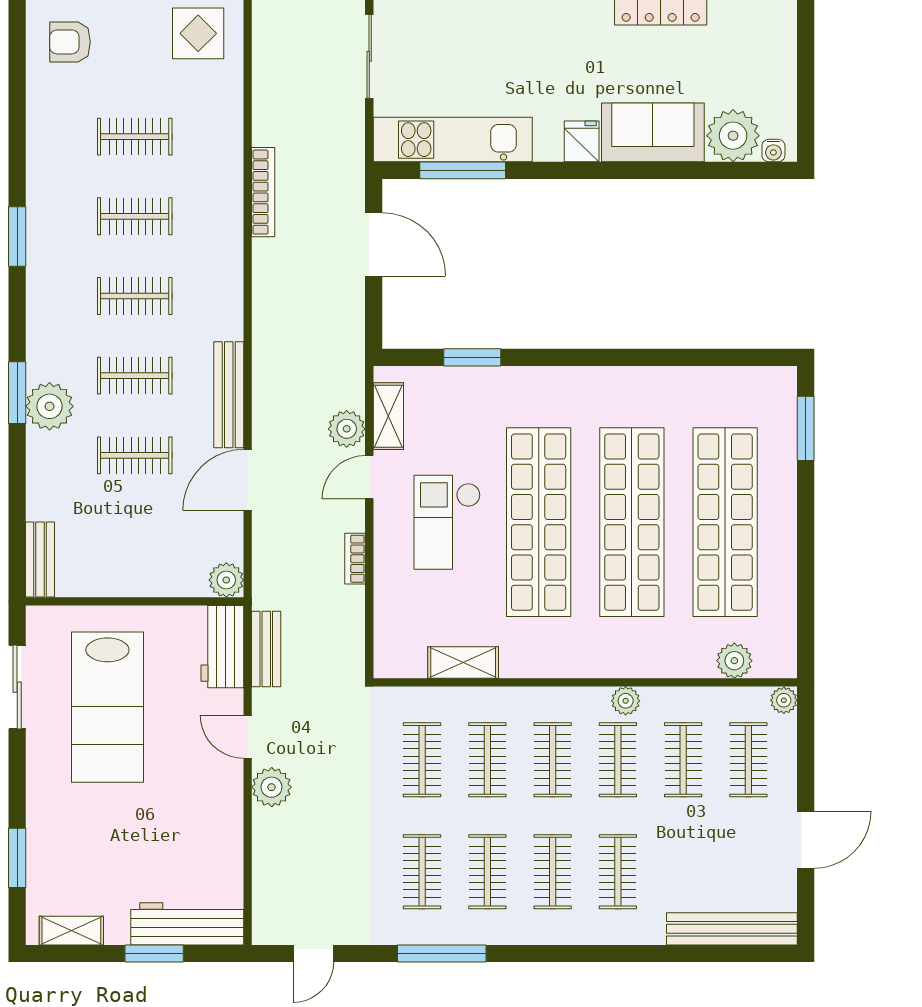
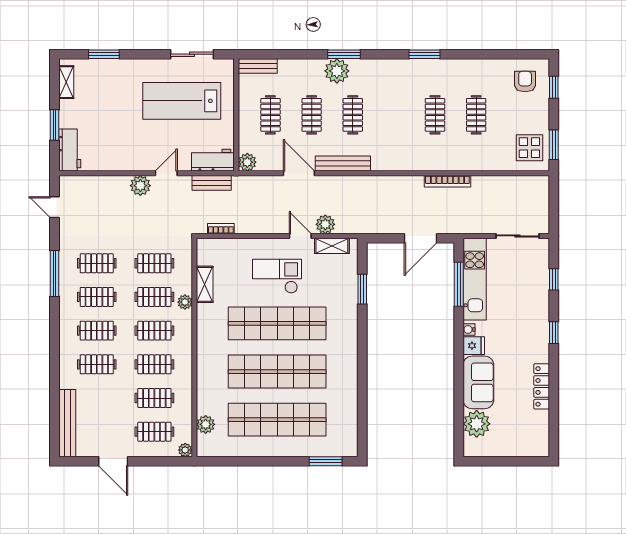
water cooler: (773, 151) -> (469, 329), moved
clothes rail: (135, 296) -> (270, 115), moved
bookcase: (355, 559) -> (221, 229), moved
plant: (626, 701) -> (185, 302), moved
workbench: (187, 924) -> (70, 150), width x0.73

